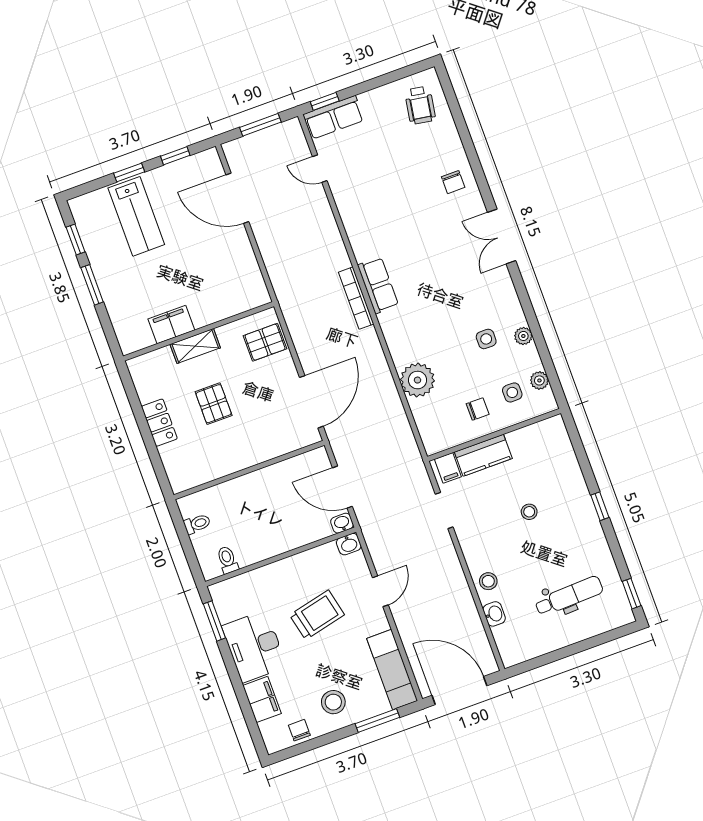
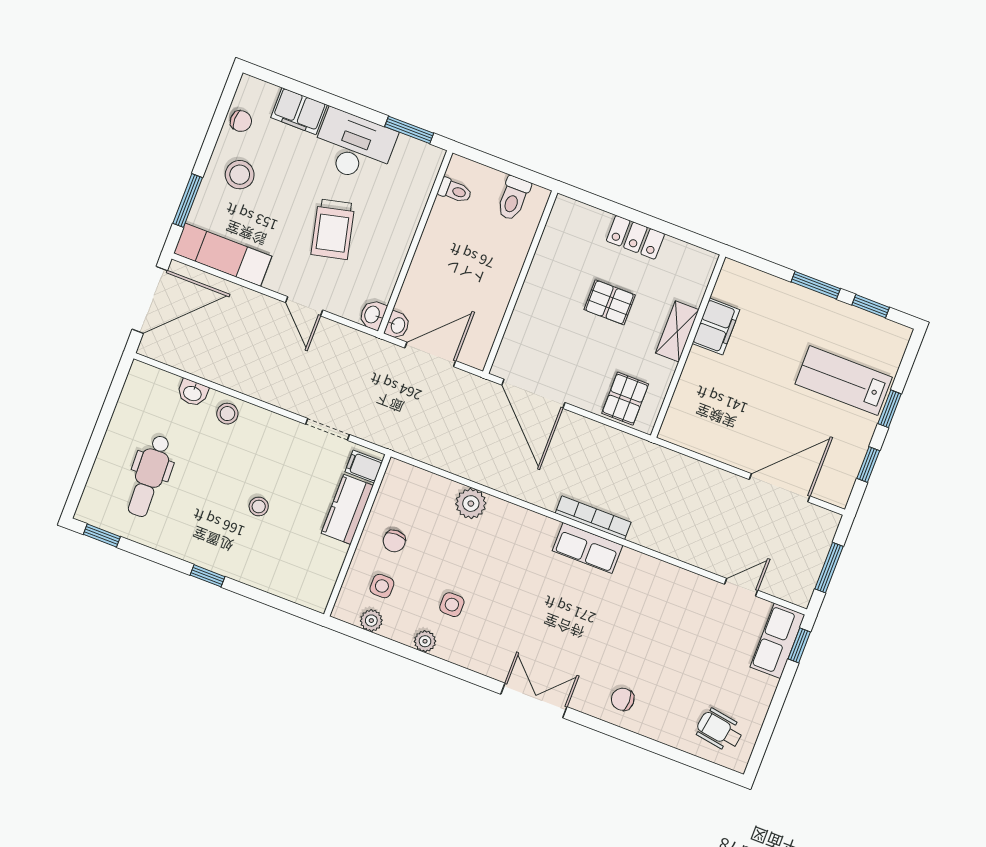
plant: (417, 380) -> (471, 504), width x0.73, depth x0.73
toilet: (197, 524) -> (513, 198), width x1.37, depth x1.39

